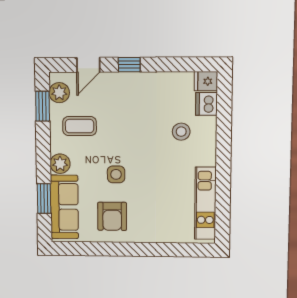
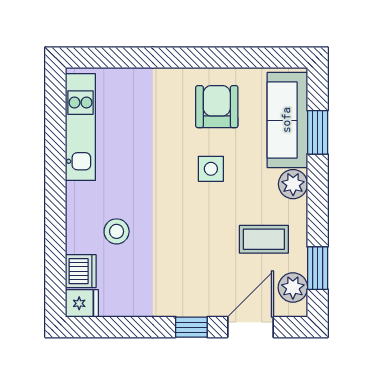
door: (88, 65) -> (250, 327), width x1.38

